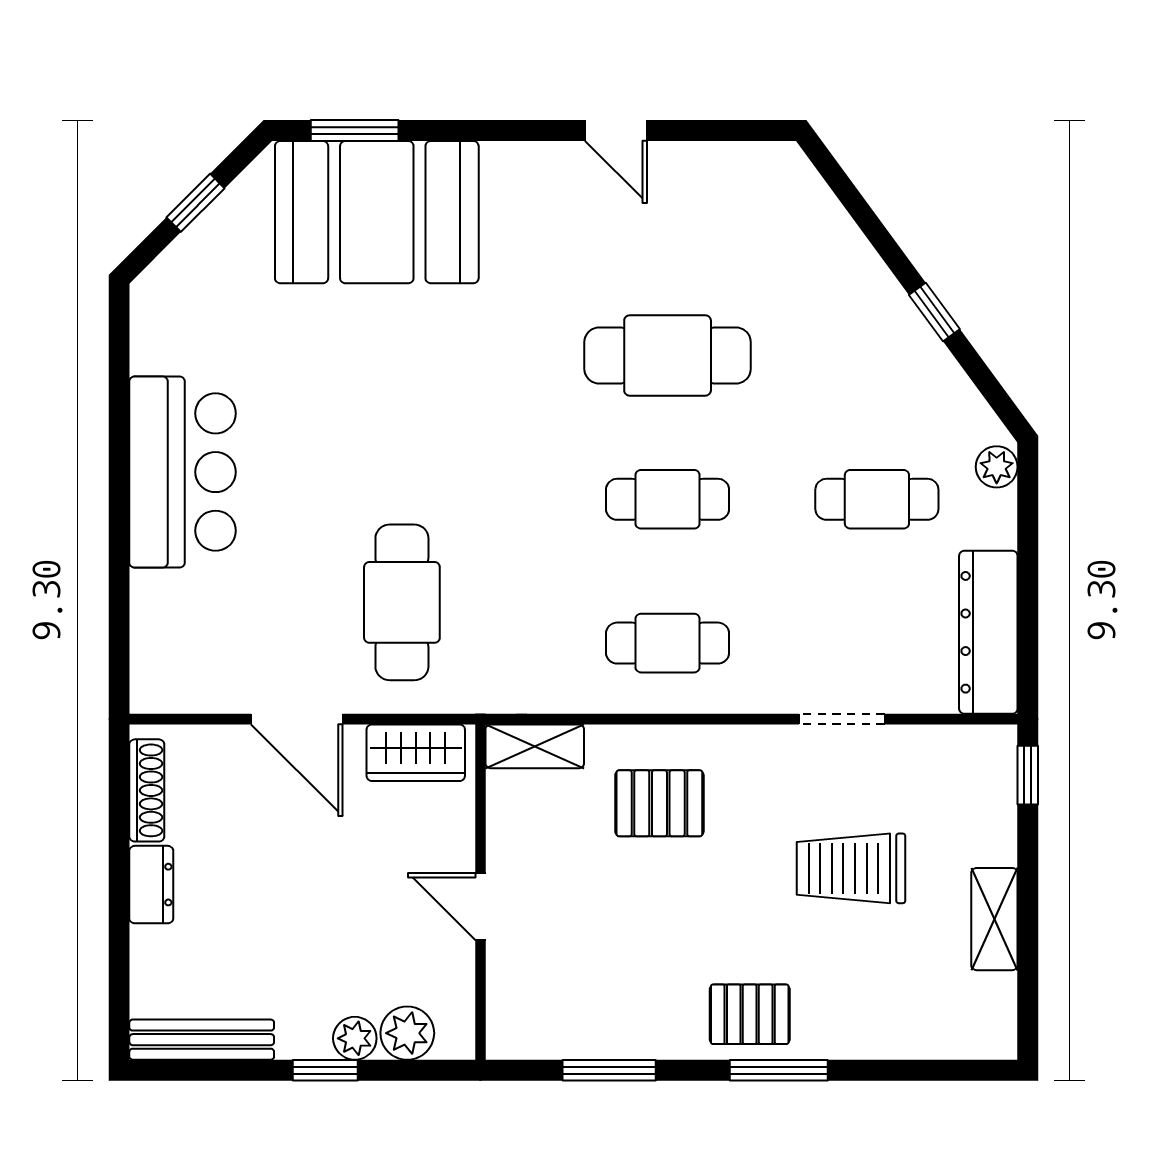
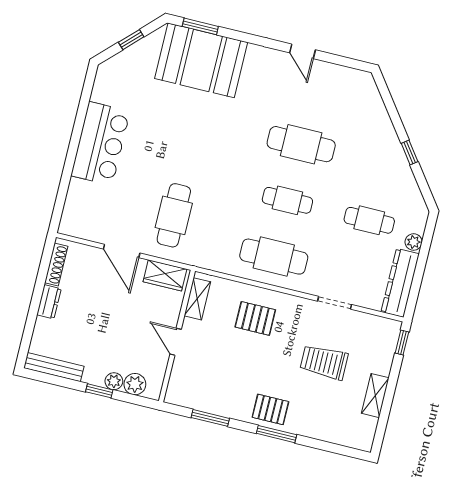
plant: (997, 467) -> (414, 242), moved
cafe table: (668, 643) -> (274, 257), width x1.37, depth x1.35
shelving: (535, 746) -> (197, 299), moved, turned 90

